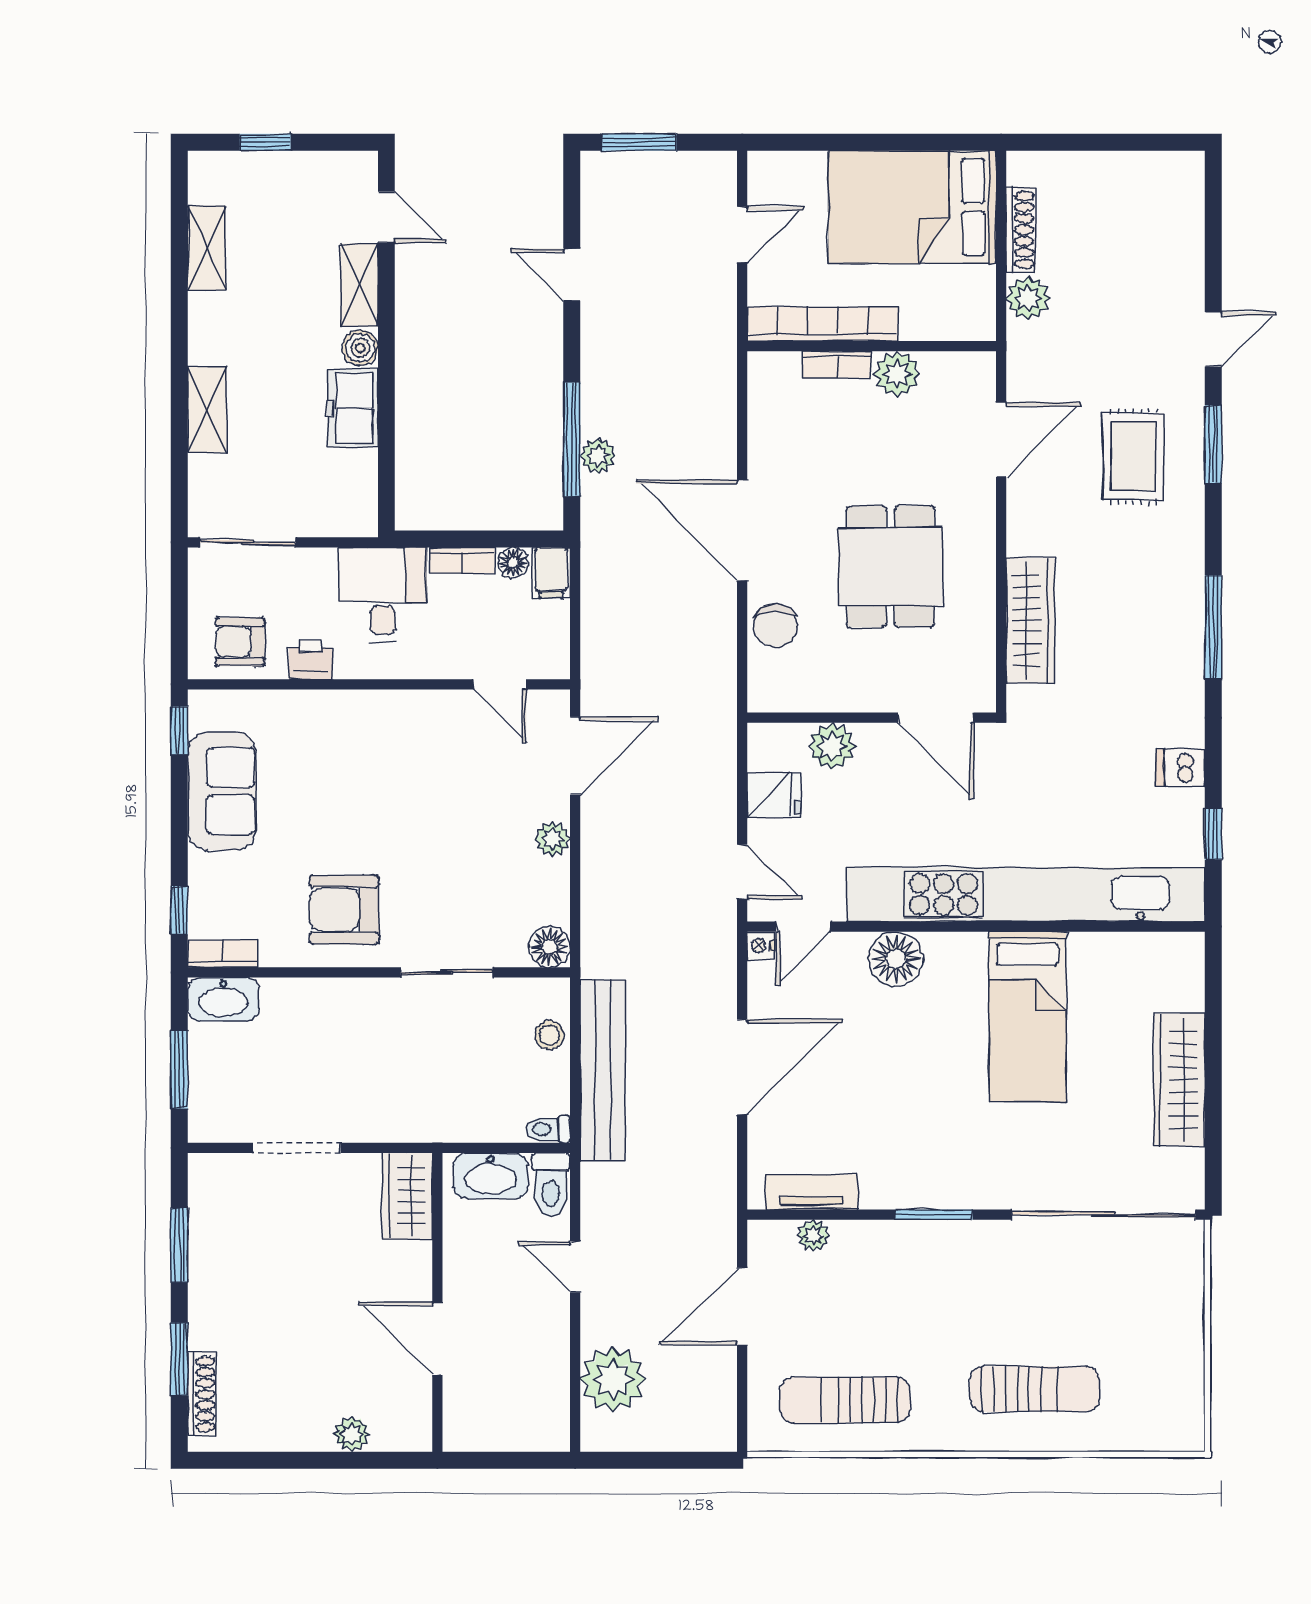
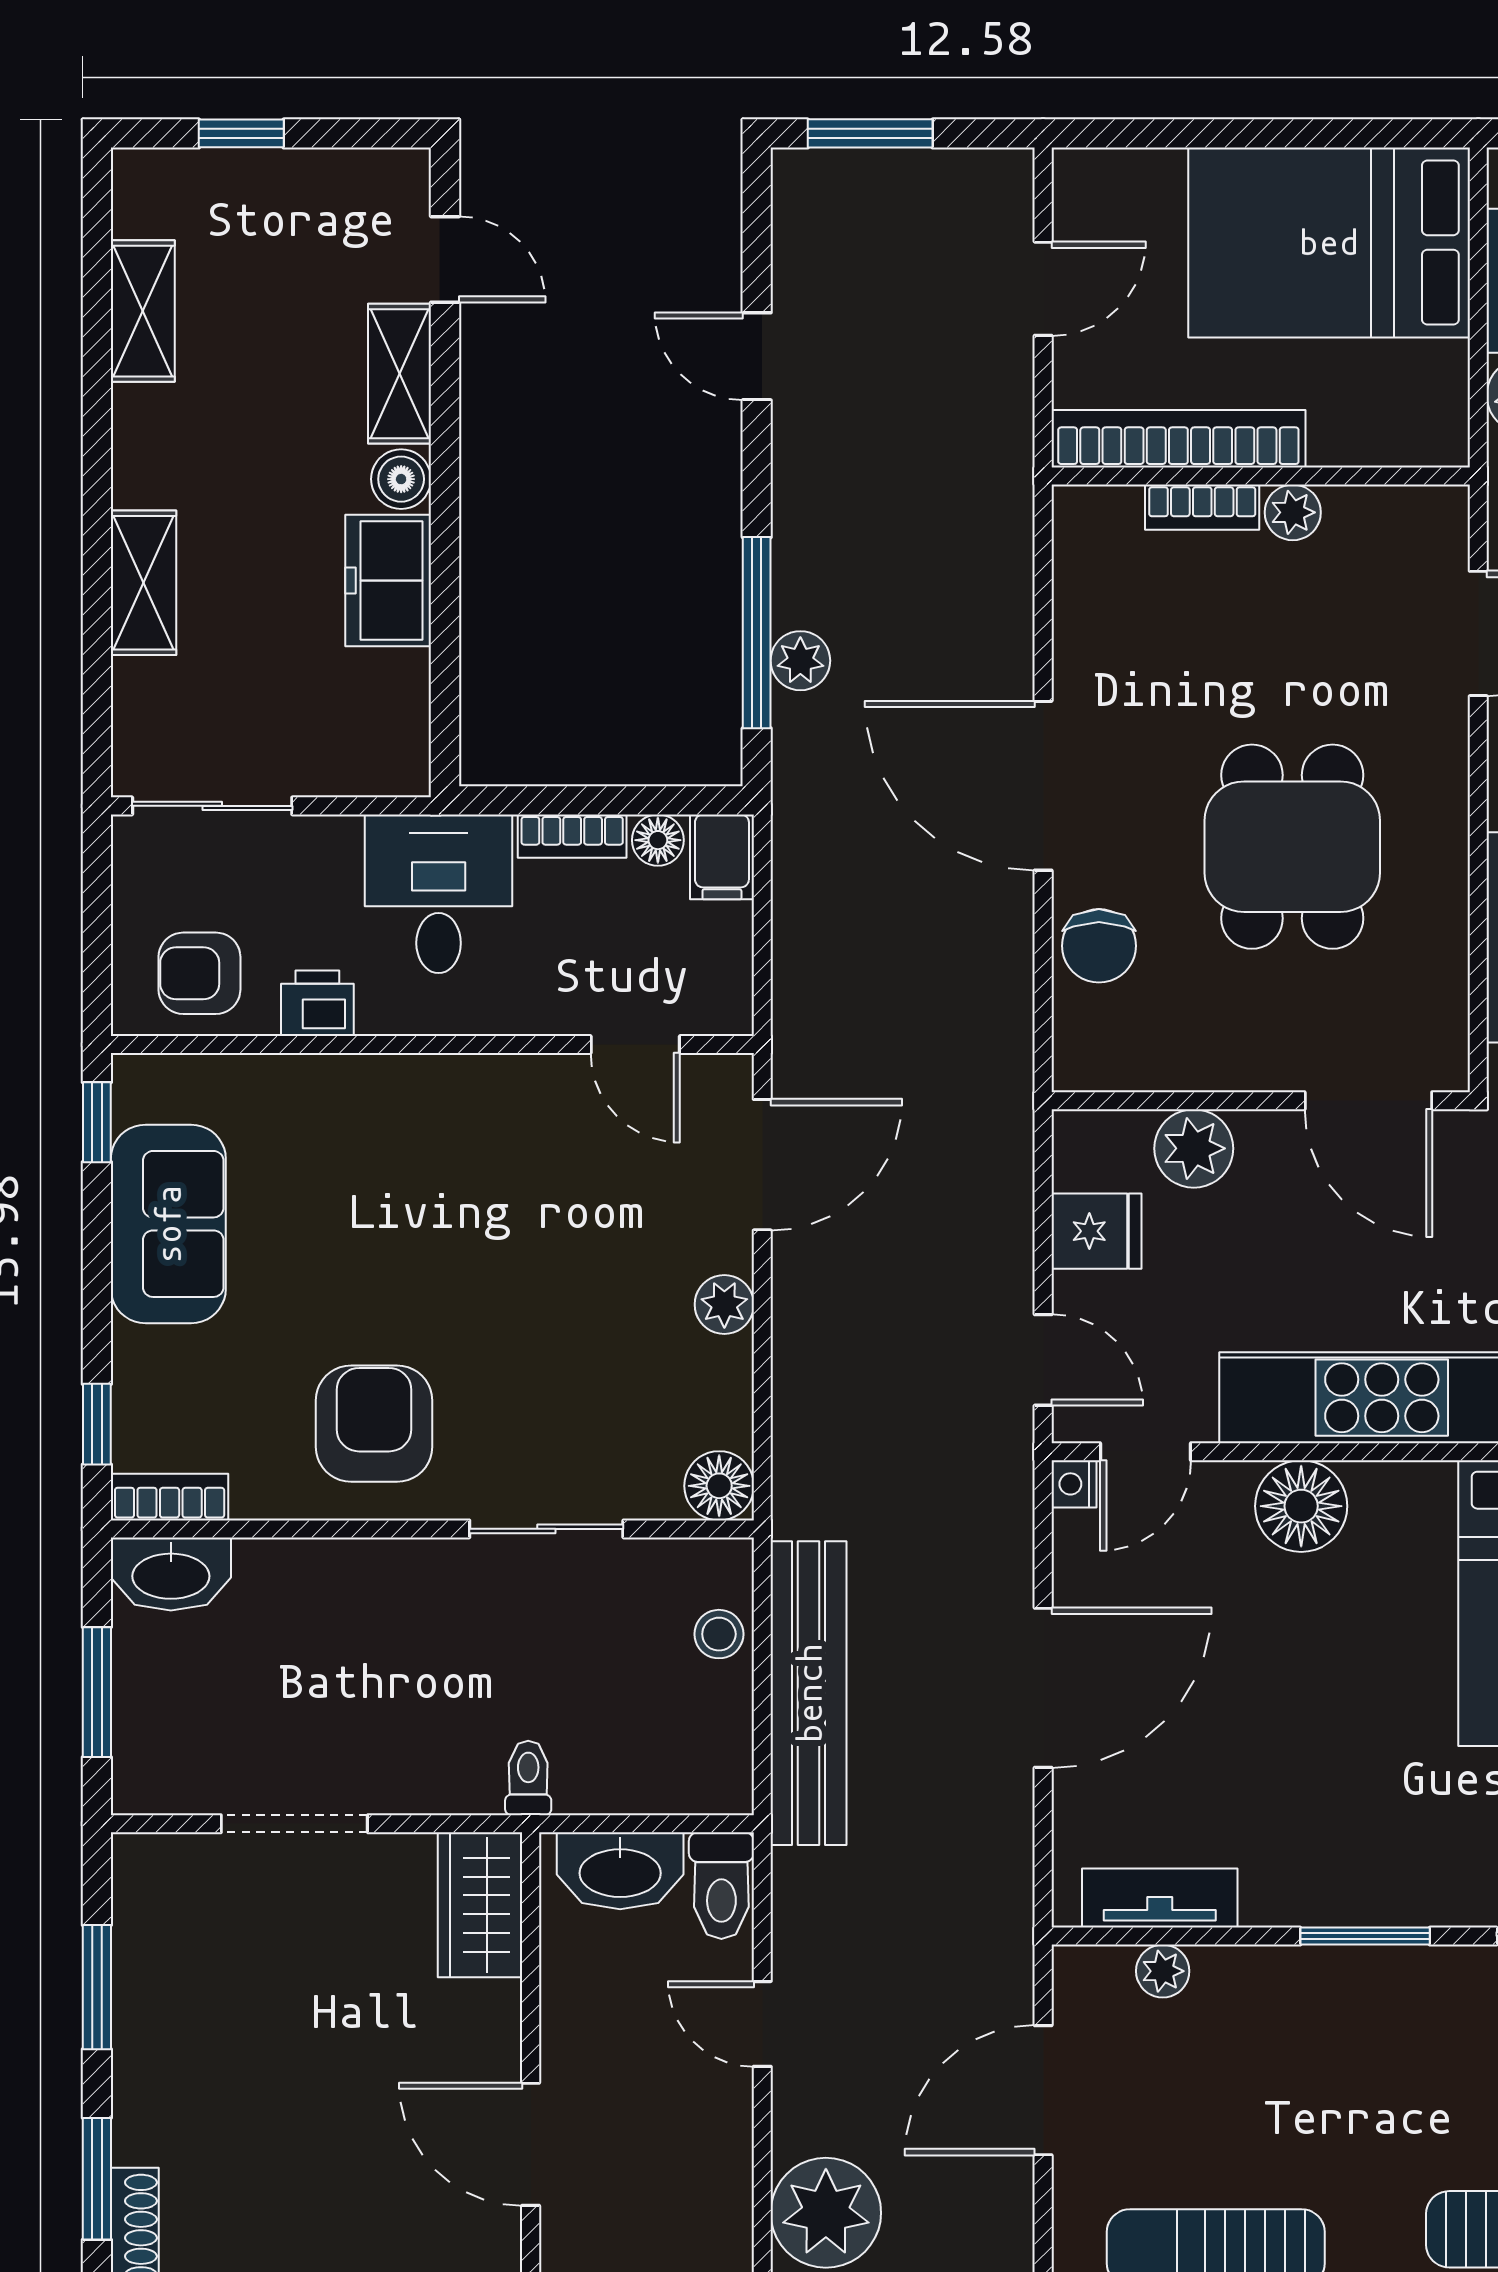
plant: (897, 374) -> (1293, 512), width x0.73, depth x0.73
armchair: (344, 910) -> (374, 1424), turned 90
toilet: (548, 1129) -> (528, 1778), moved, turned 90

